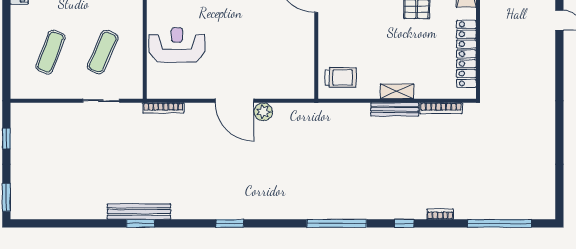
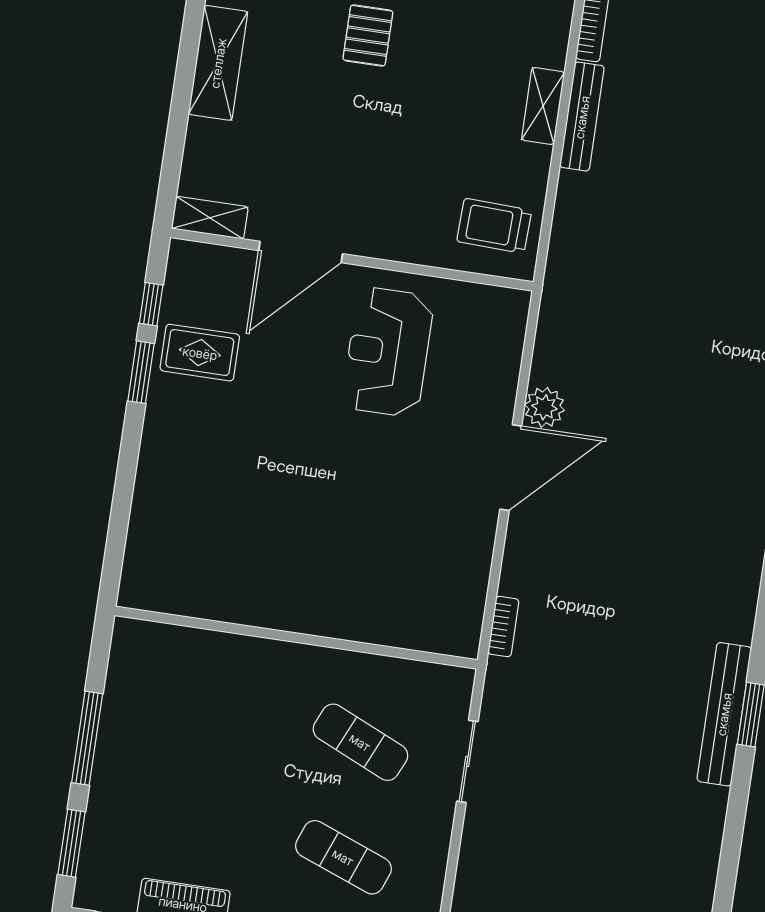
reception desk: (177, 45) -> (388, 352), moved
trolley: (340, 78) -> (494, 226), turned -88
bookcase: (163, 108) -> (503, 627), width x0.64

